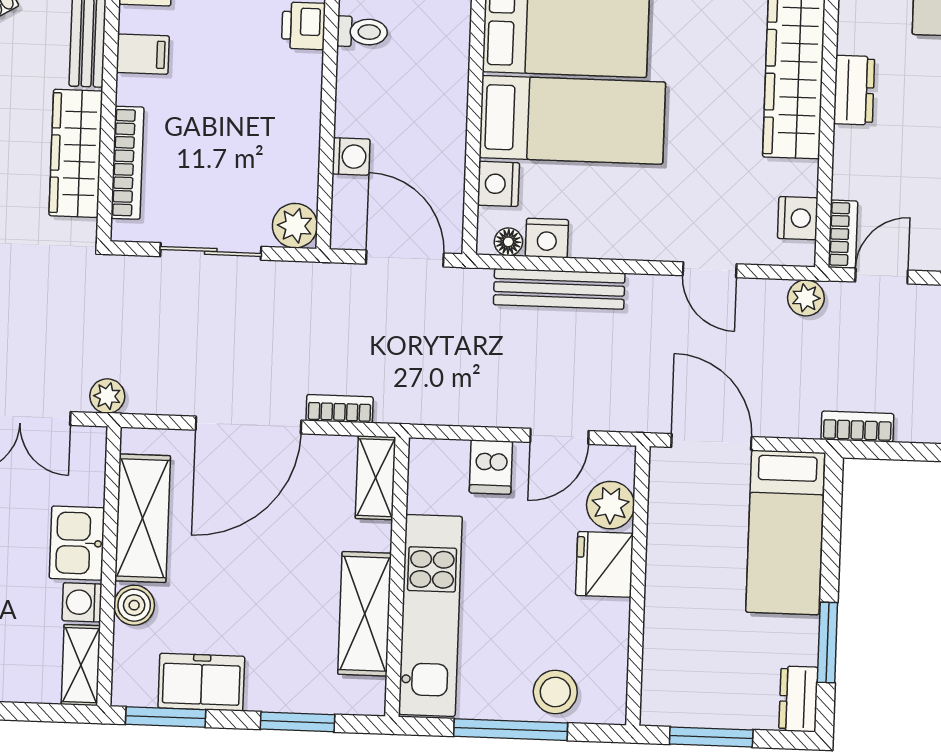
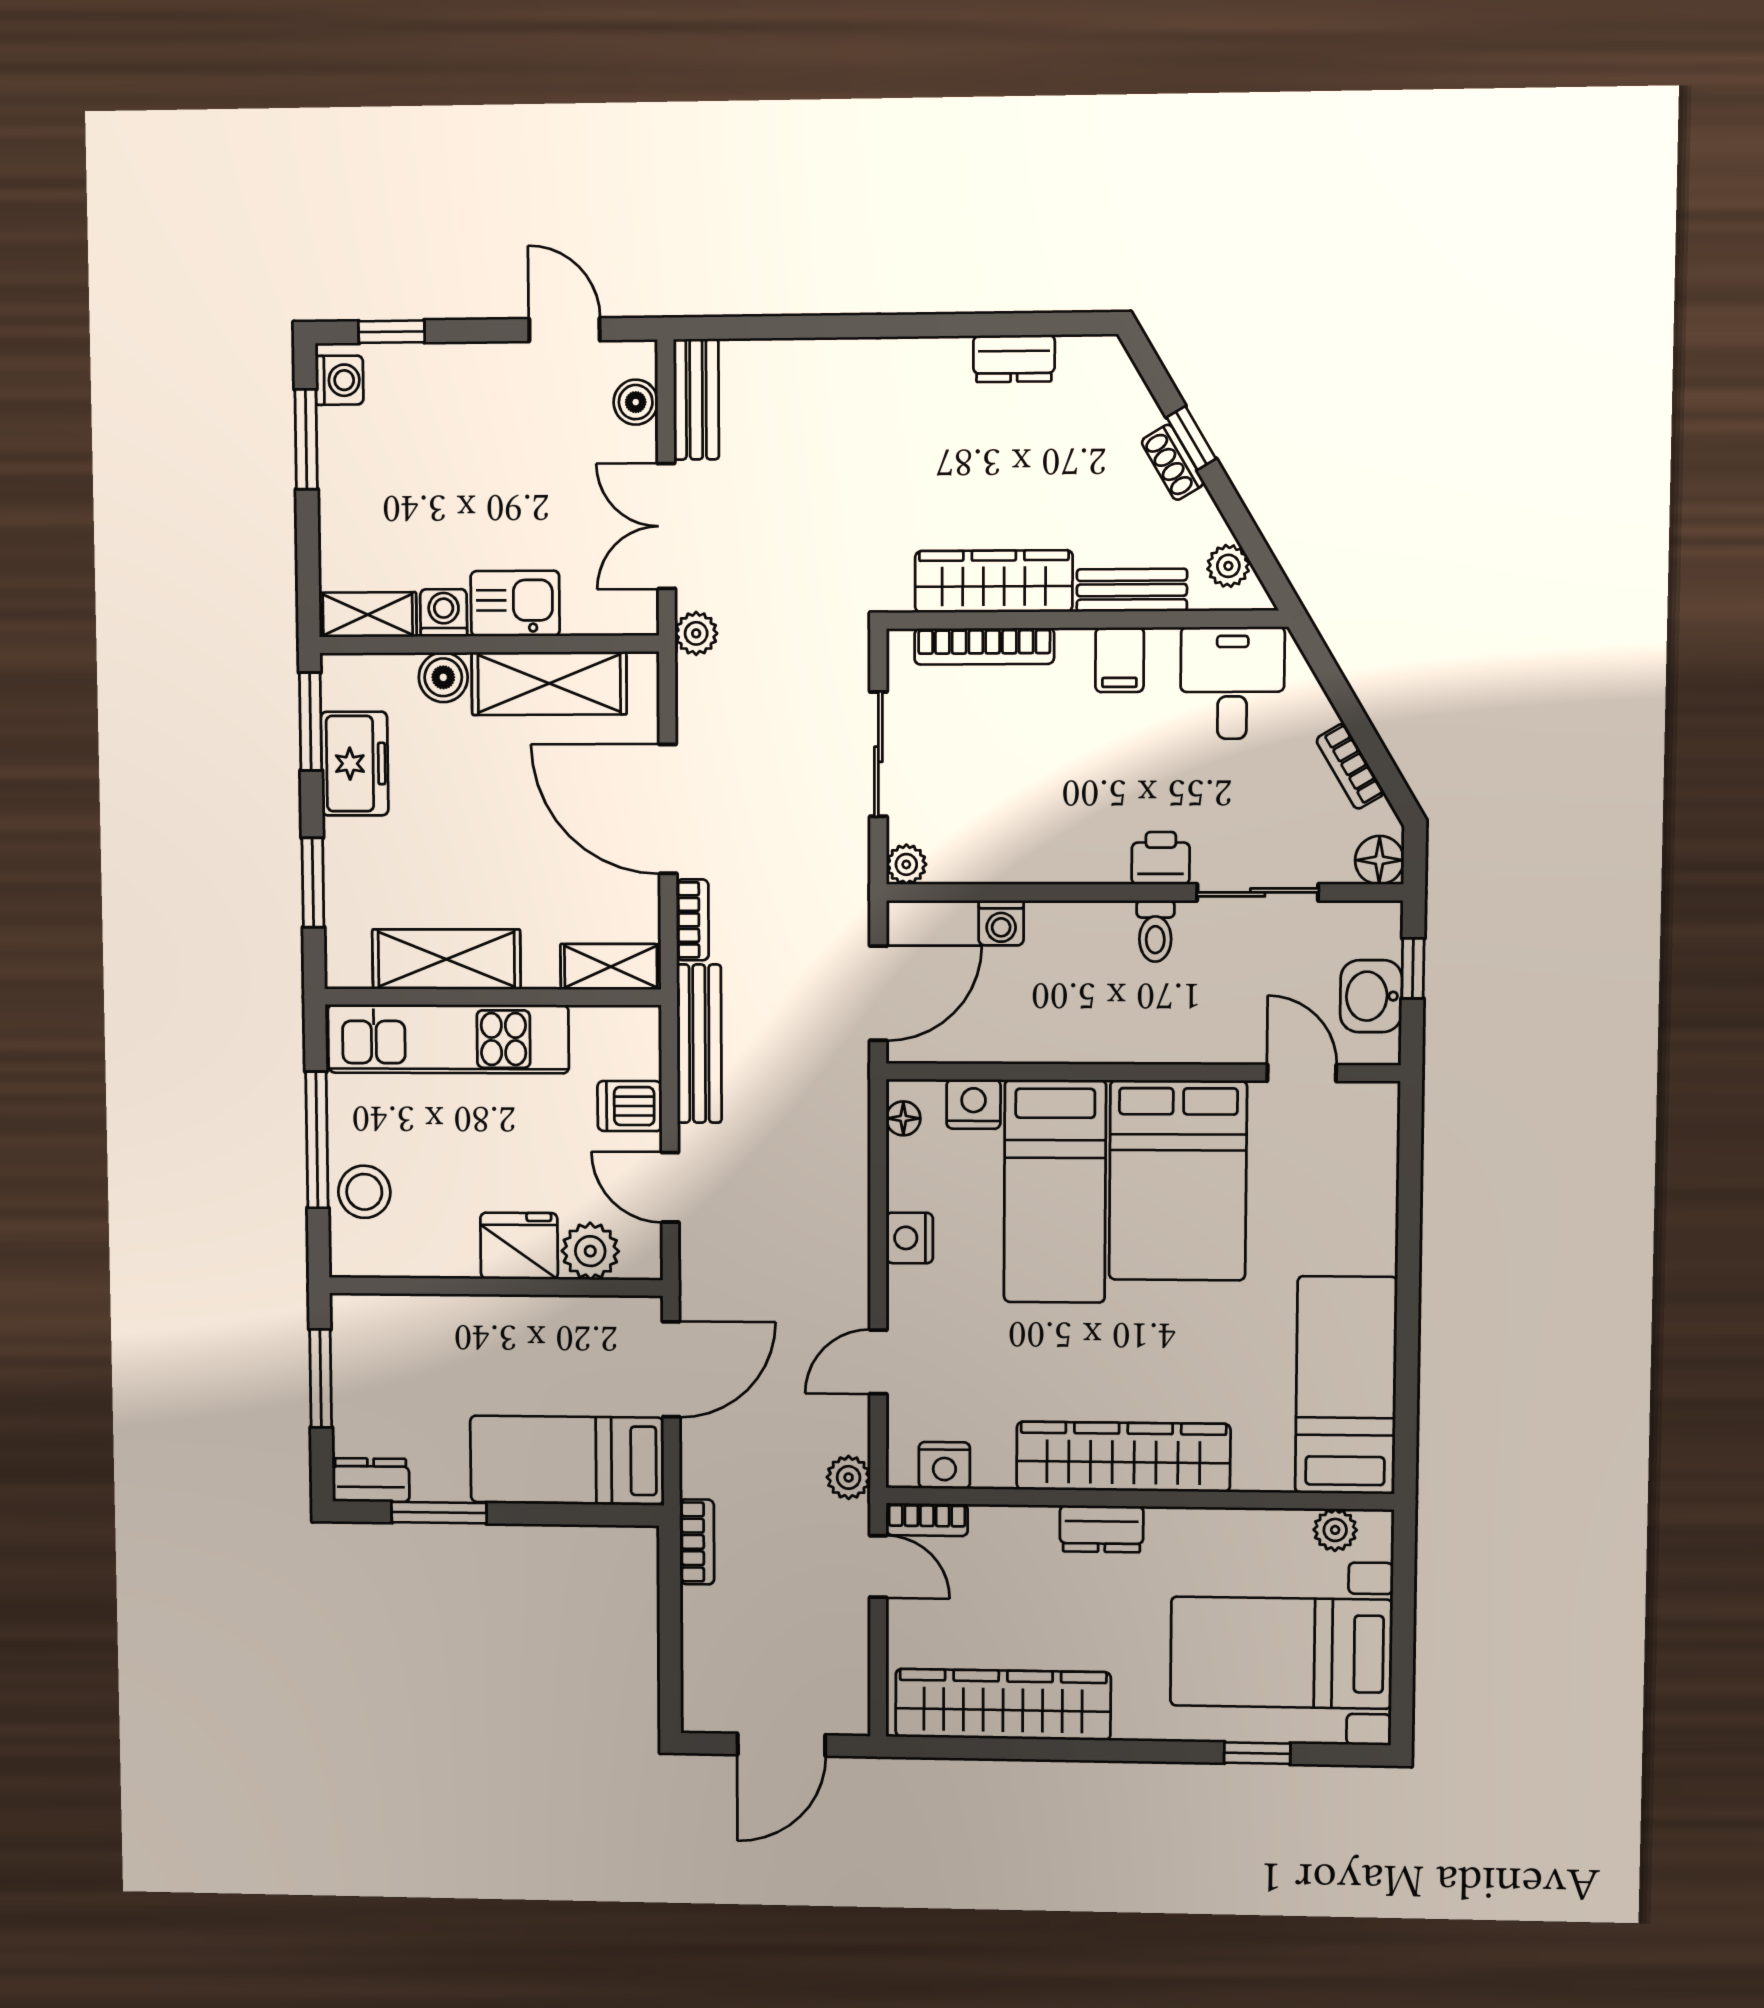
plant: (295, 226) -> (906, 864), width x0.73, depth x0.73
nightstand: (547, 238) -> (909, 1238), moved
bench: (559, 289) -> (699, 1044), moved

